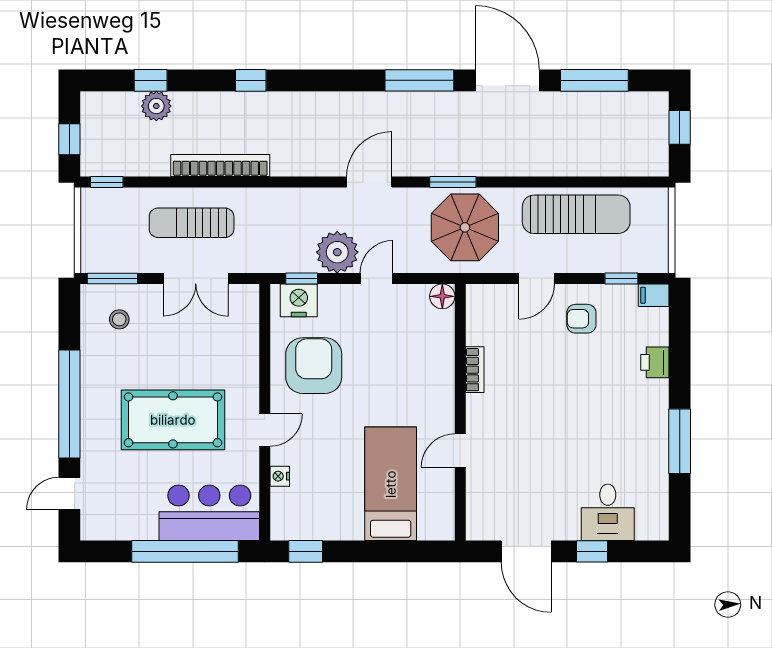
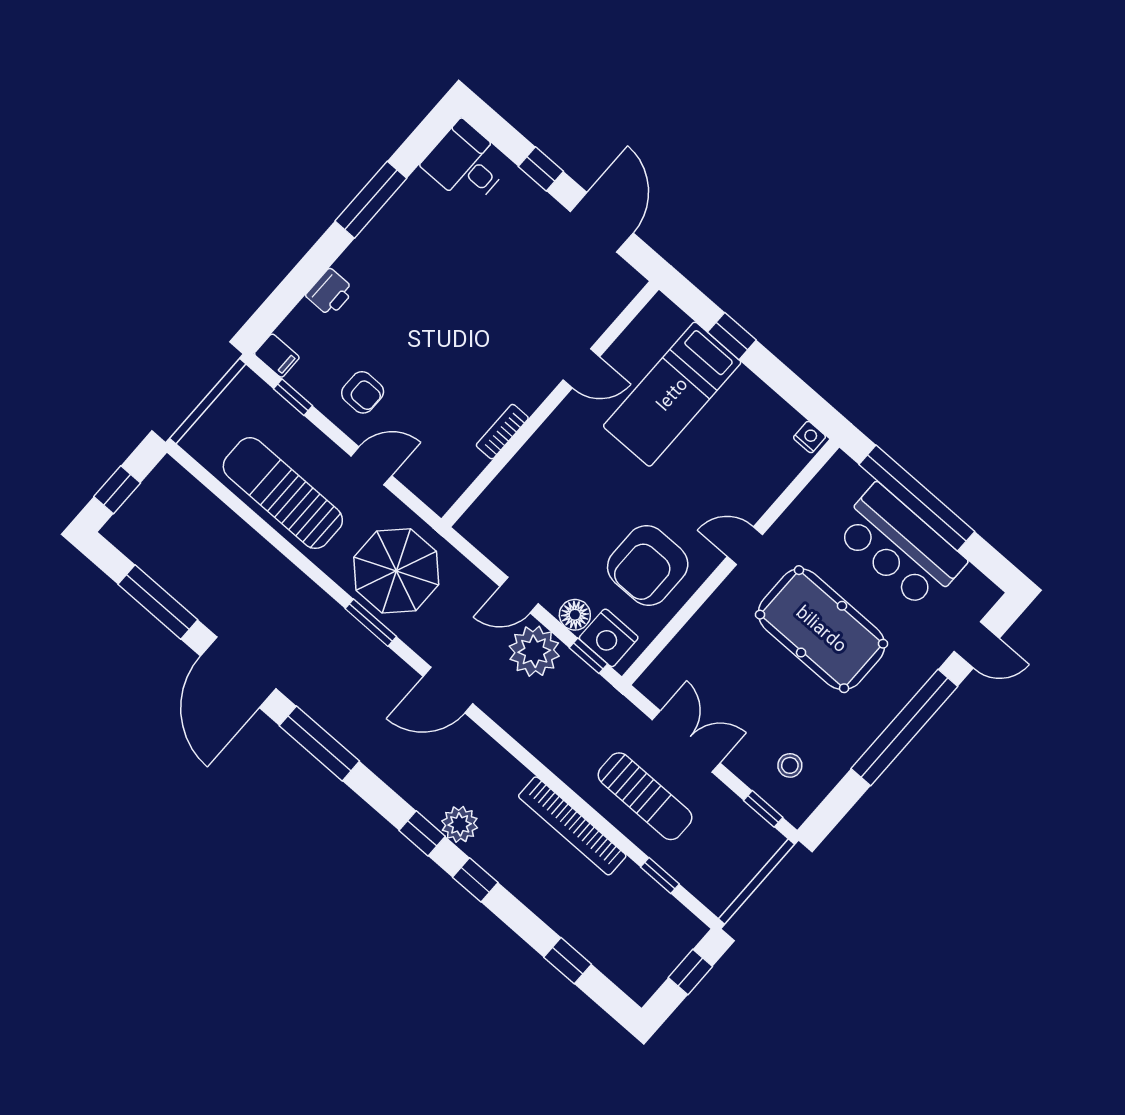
window: (308, 80) -> (422, 833), added
plant: (156, 106) -> (460, 824), moved
window: (107, 182) -> (660, 876), moved
window: (112, 278) -> (763, 809), width x0.67
floor lamp: (442, 296) -> (575, 615), moved
nightstand: (280, 476) -> (809, 437), moved, turned -90
desk: (608, 512) -> (466, 164), moved, turned -90
bar counter: (209, 513) -> (900, 546), moved
window: (306, 551) -> (732, 336), moved

